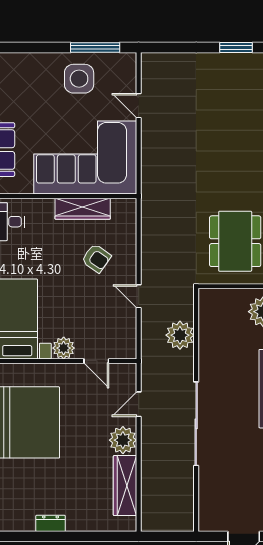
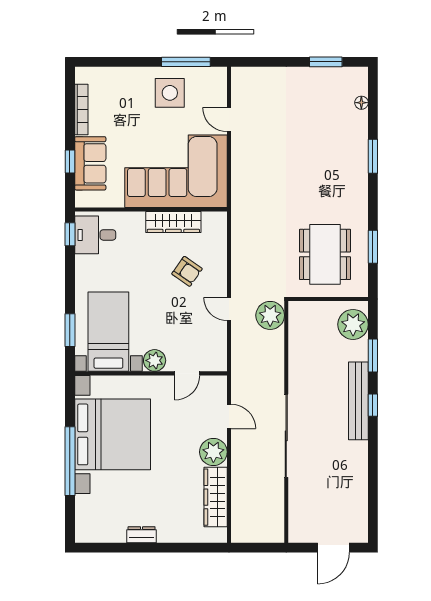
plant: (180, 335) -> (270, 315), moved
door: (96, 361) -> (187, 373), hinge flipped
door: (139, 404) -> (229, 416), swing flipped

